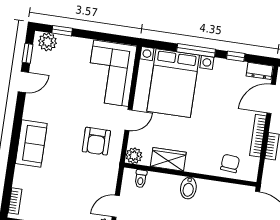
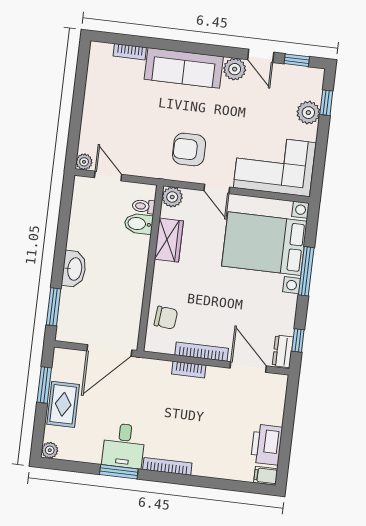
plant: (47, 42) -> (308, 113), moved
window: (236, 56) -> (298, 340), moved
plant: (33, 103) -> (235, 69), added
sofa: (31, 144) -> (184, 68), width x1.36
bidet: (188, 188) -> (139, 224), moved
bookcase: (15, 201) -> (130, 52), moved

